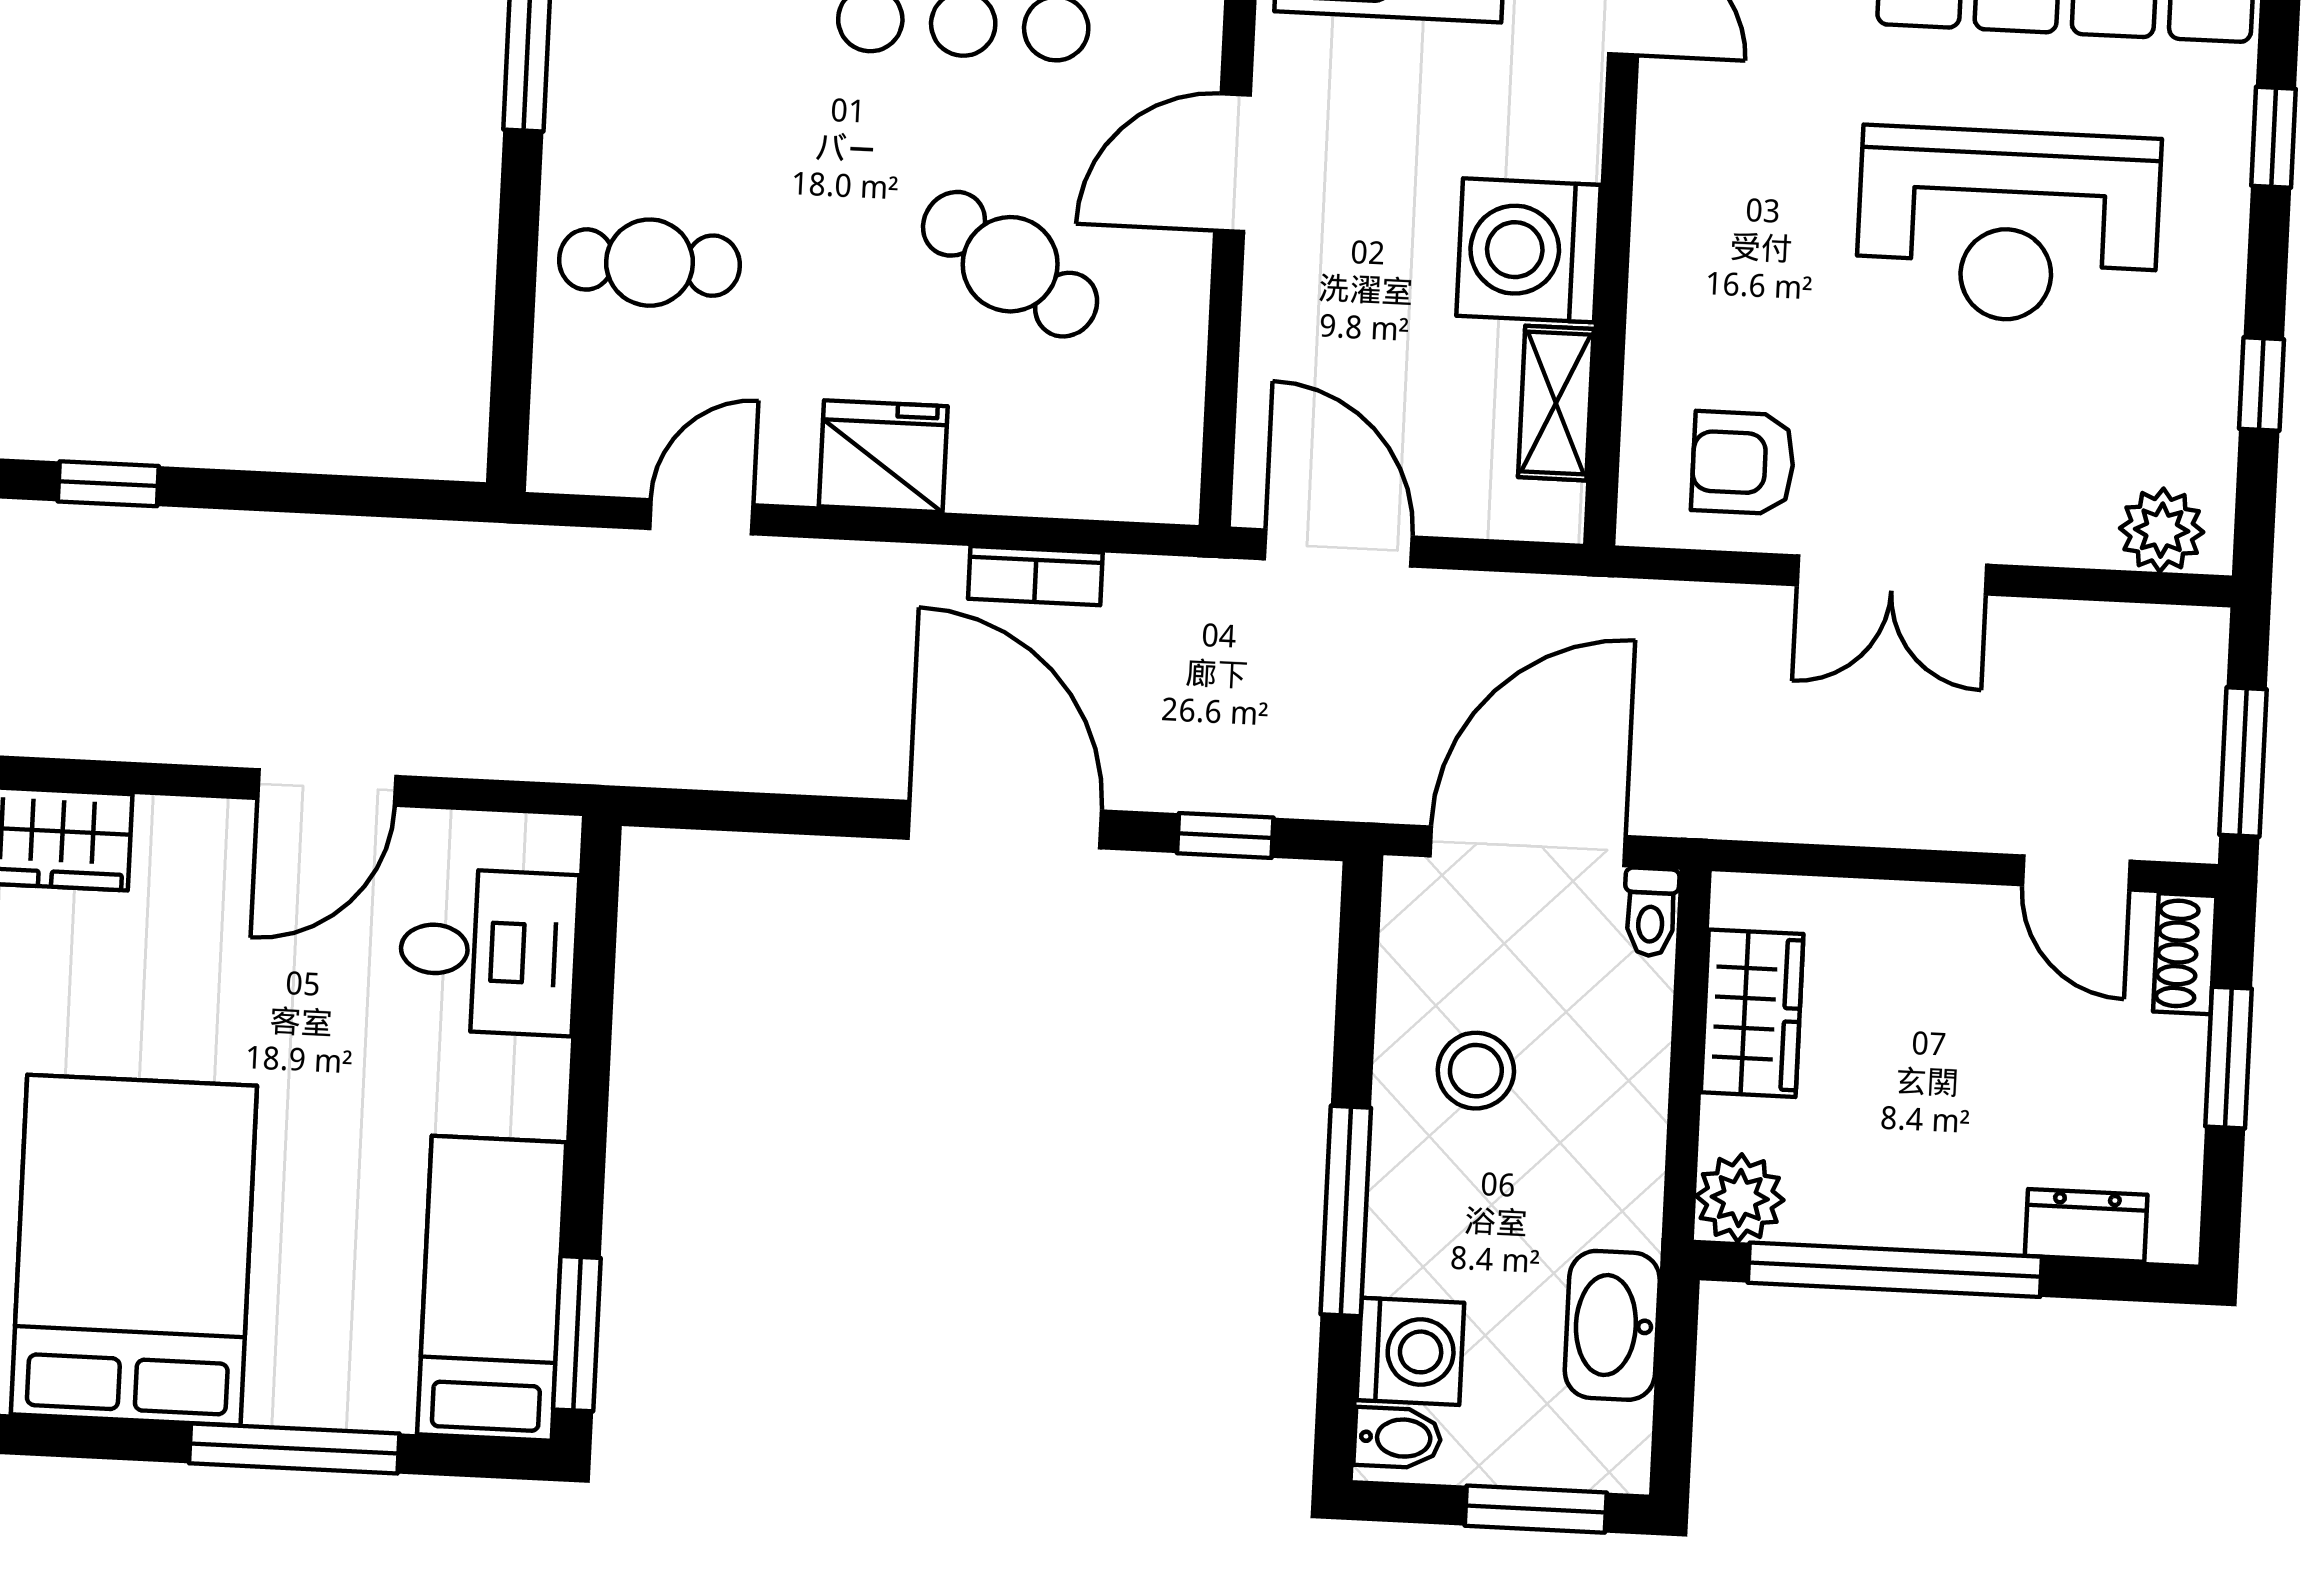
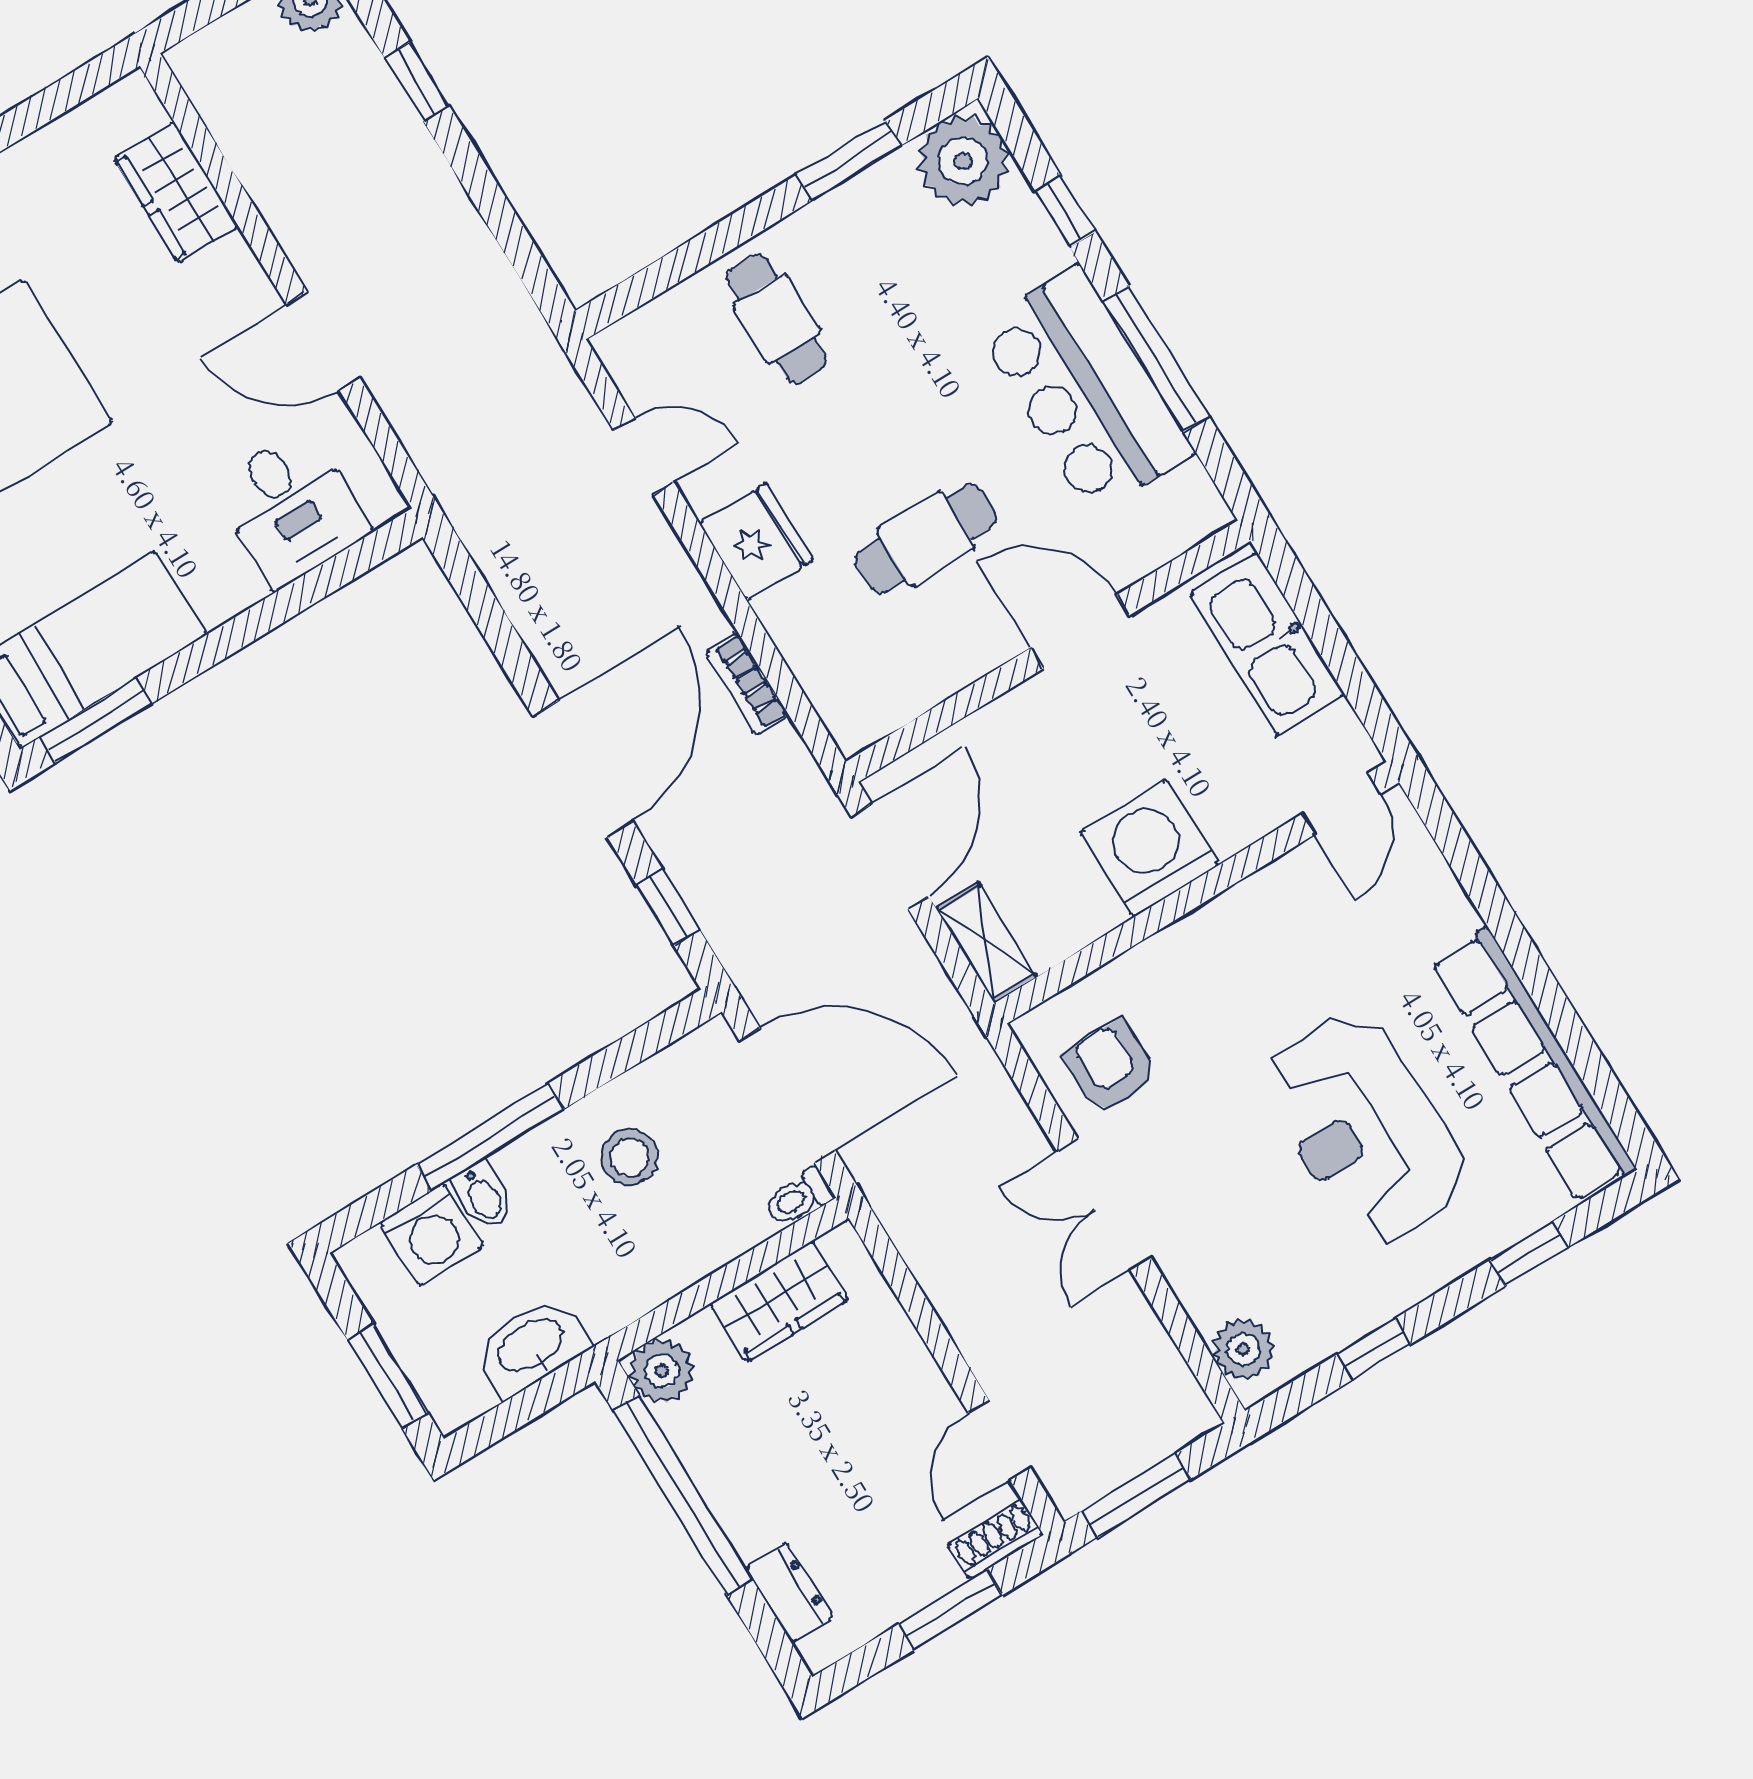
cafe table: (1010, 264) -> (926, 539), turned 57
shelving: (1556, 403) -> (986, 943), moved, turned 90
bidet: (1398, 1438) -> (483, 1196), moved

